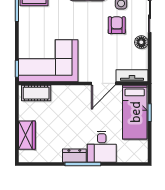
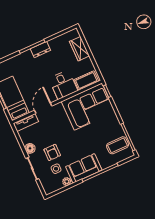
desk: (102, 147) -> (63, 85), moved, turned 180

